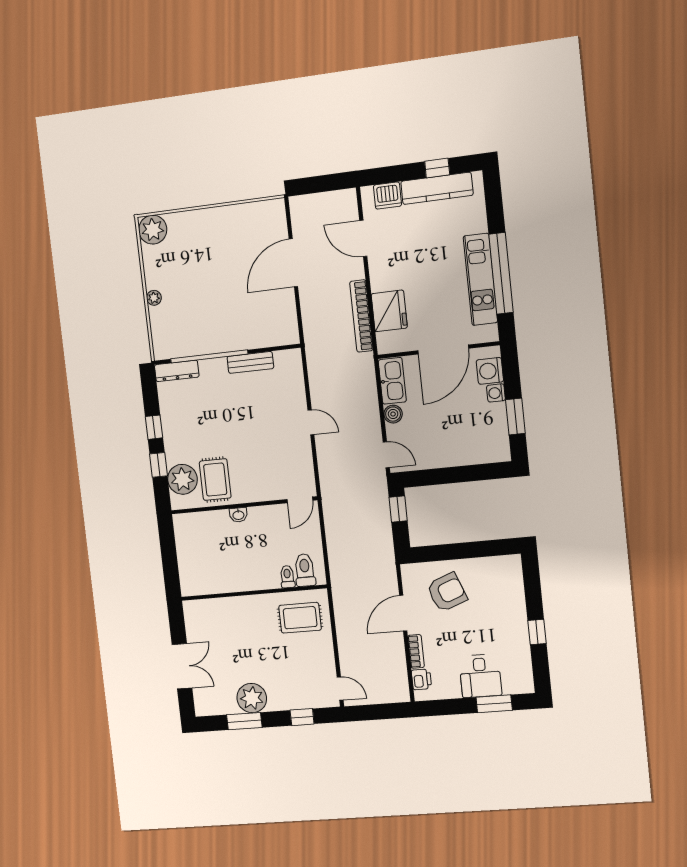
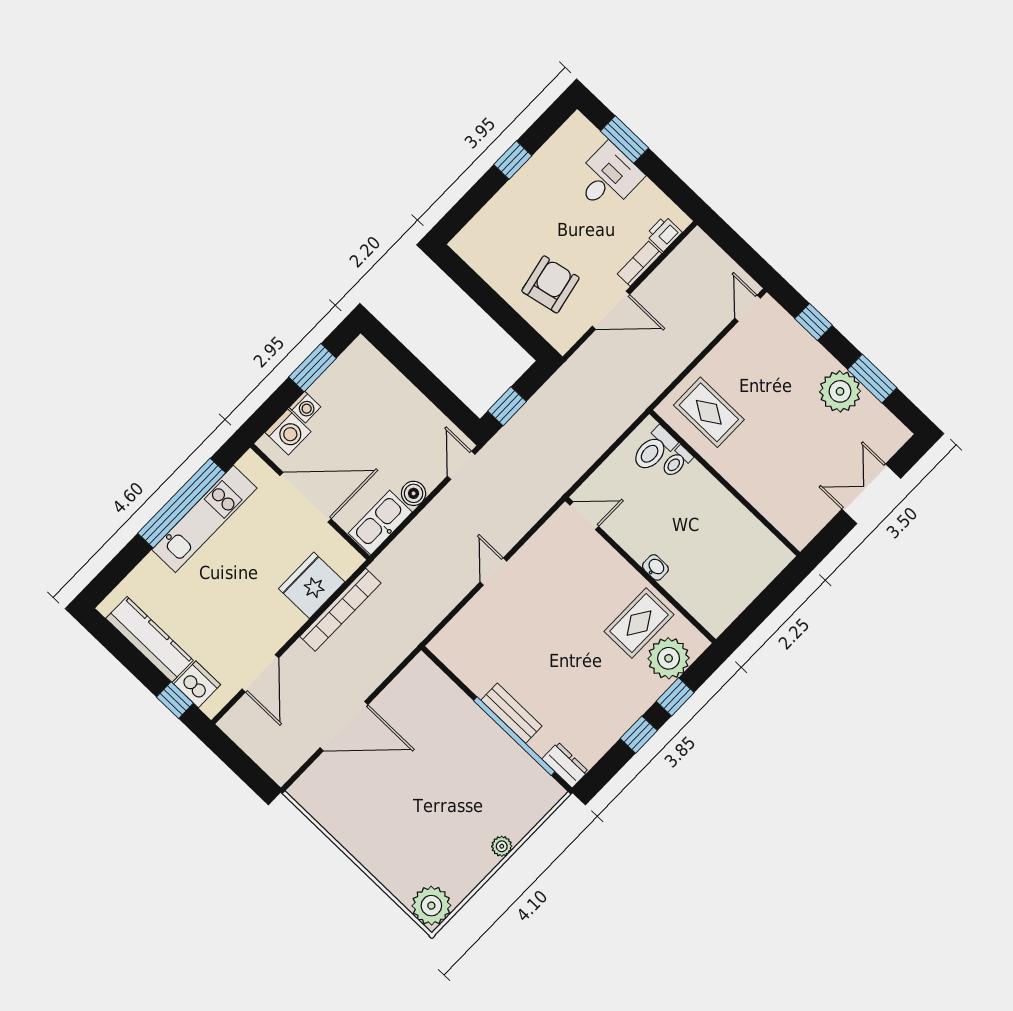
window: (437, 168) -> (175, 700), moved
bench: (250, 362) -> (511, 713), moved
dresser: (177, 371) -> (565, 765), width x0.70
armchair: (447, 592) -> (550, 284), turned 99

